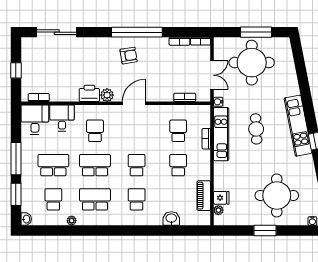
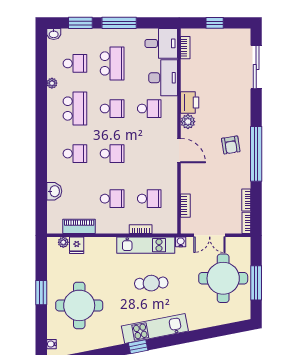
desk: (62, 118) -> (163, 78), width x1.37
school desk: (95, 165) -> (112, 109), width x0.54

